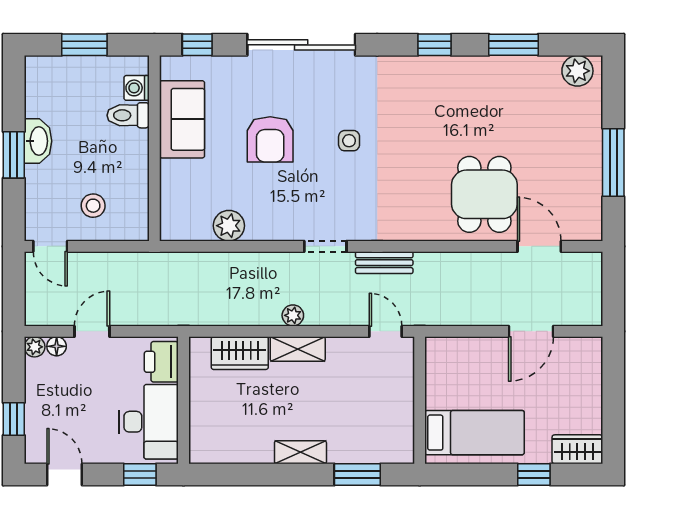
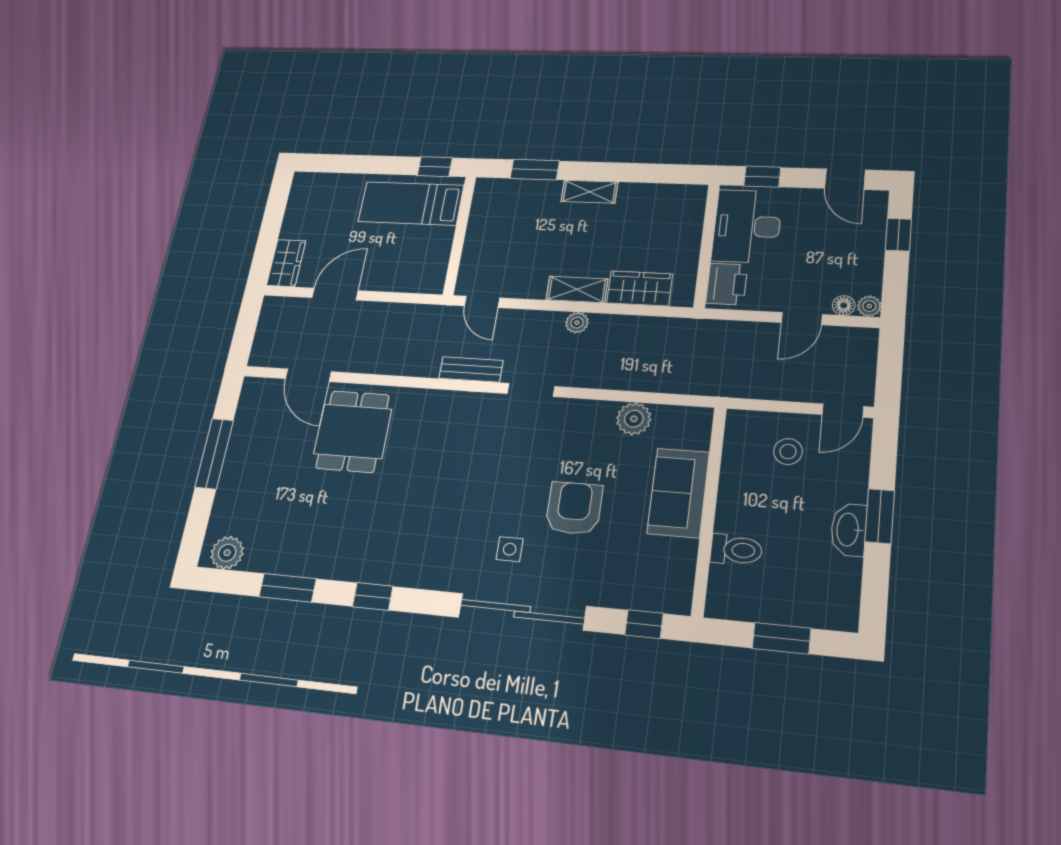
washing machine: (137, 88) -> (723, 581), removed
sofa: (182, 119) -> (678, 493), moved
side table: (349, 141) -> (510, 549), moved
door: (50, 246) -> (843, 411), swing flipped
wardrobe: (577, 449) -> (286, 263), moved, turned -90
window: (534, 475) -> (435, 167), moved

